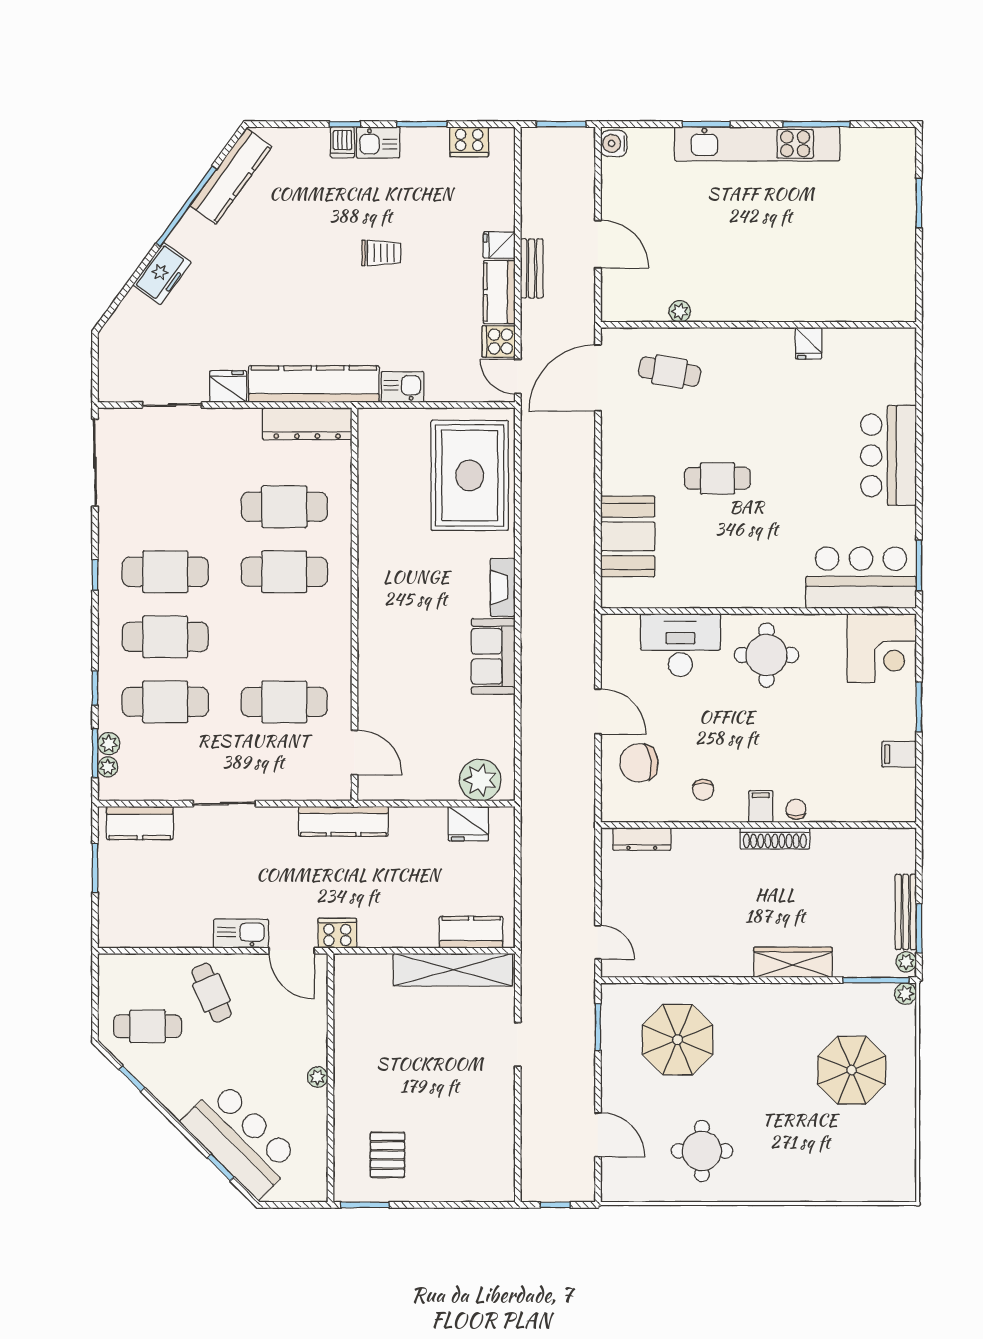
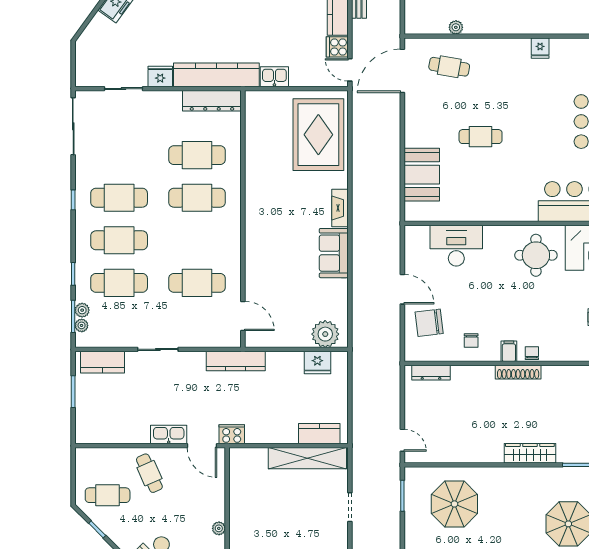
round table: (766, 655) -> (536, 255), moved

